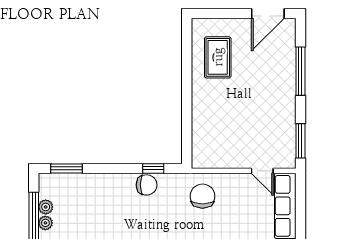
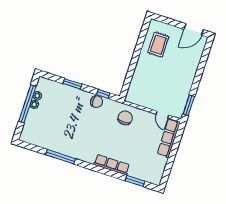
window: (300, 71) -> (201, 67), removed
window: (67, 168) -> (73, 84), moved

